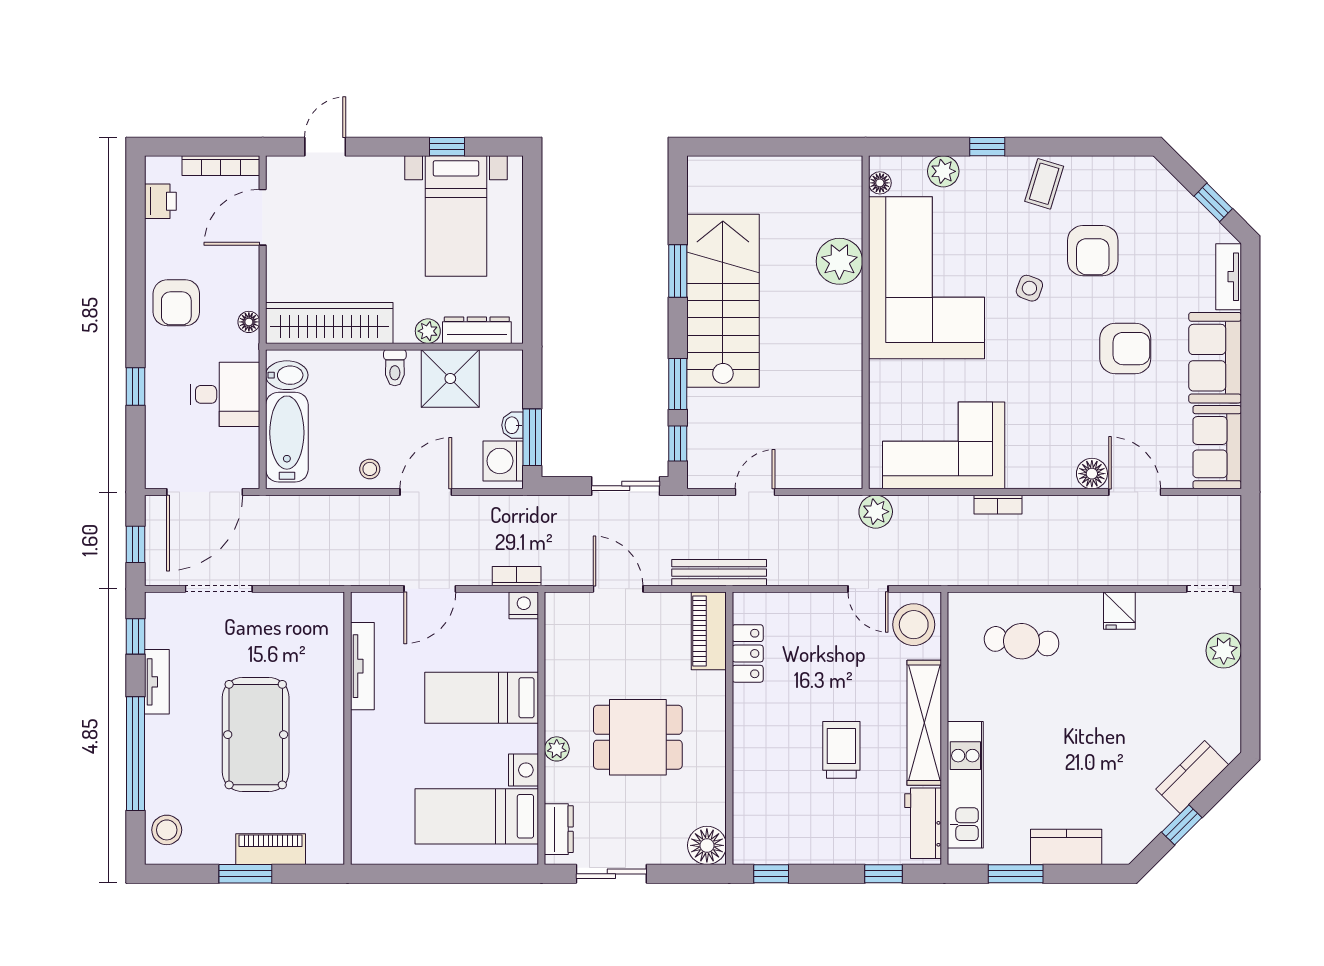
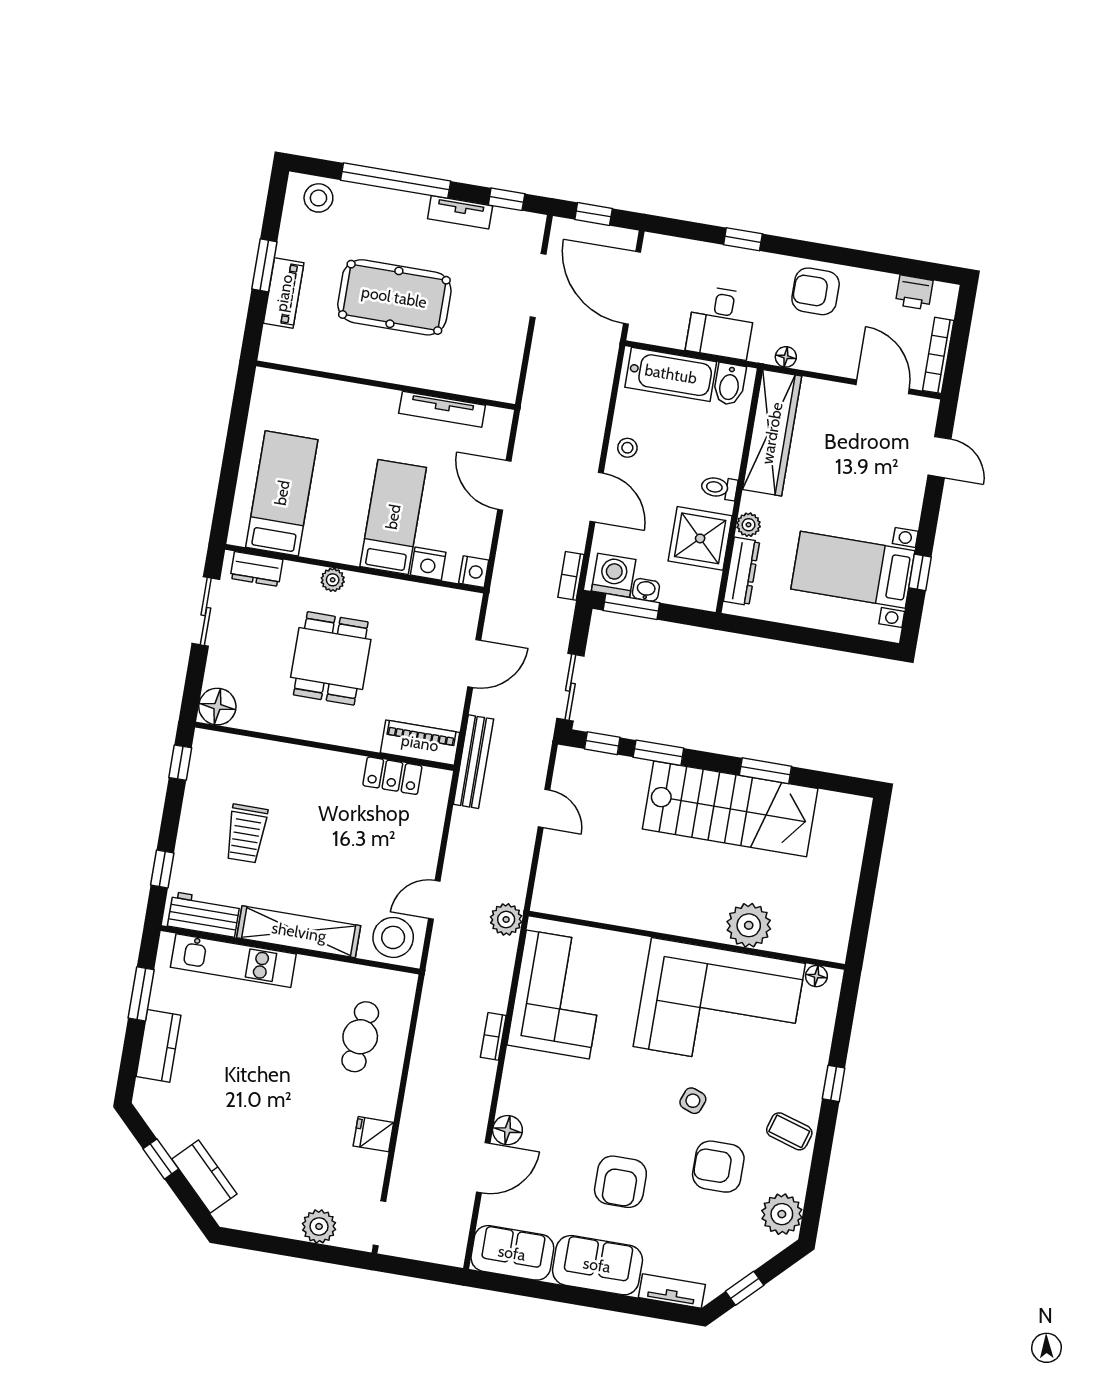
plant: (943, 171) -> (782, 1214), moved, width x1.36, depth x1.36
bookcase: (517, 576) -> (571, 576), moved, turned 180
trolley: (841, 750) -> (246, 834), moved, turned 90
nightstand: (524, 770) -> (428, 564), moved

